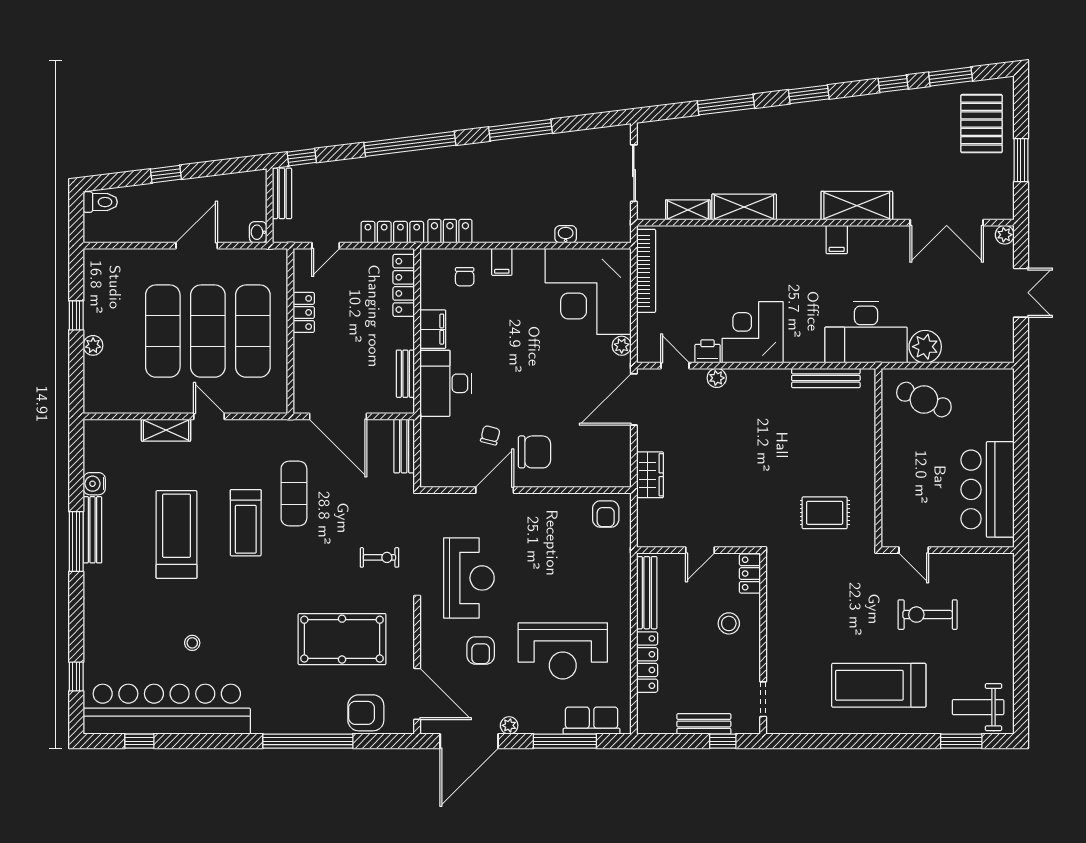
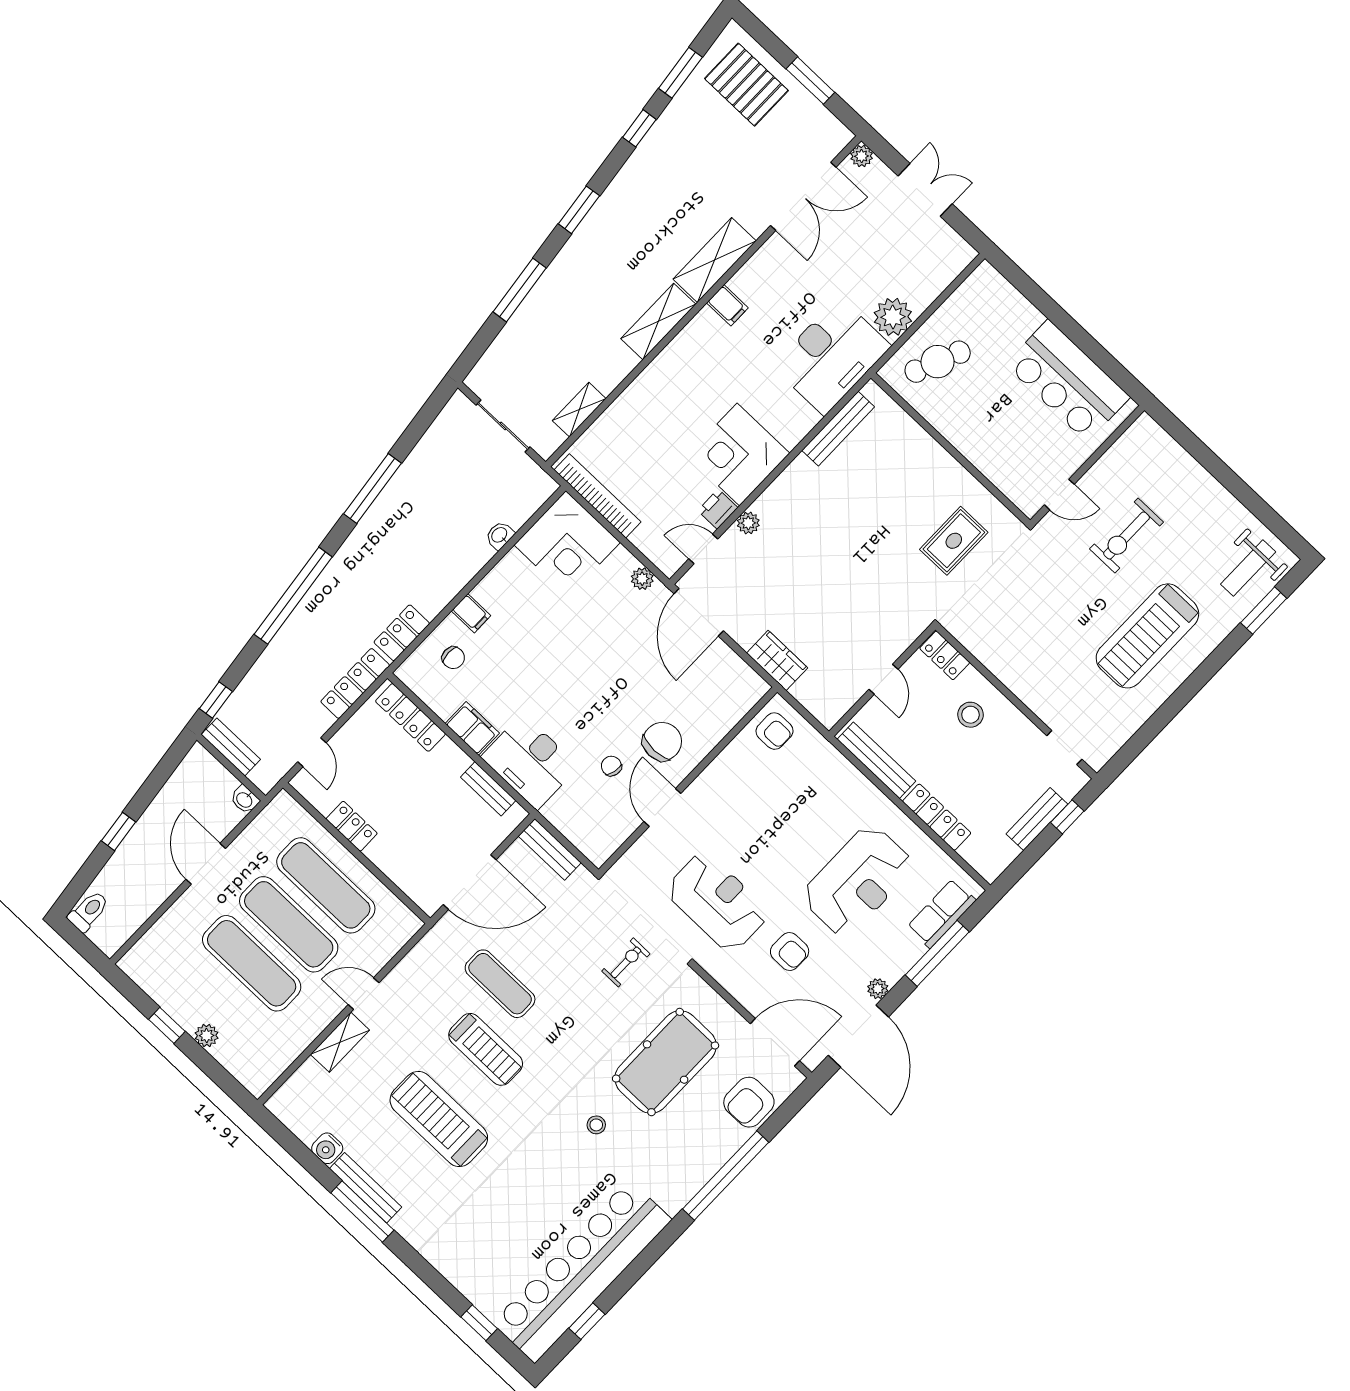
shelving: (744, 207) -> (658, 321), moved
corner desk: (588, 291) -> (567, 544), width x0.74, depth x0.74
stool: (192, 643) -> (596, 1125), moved

